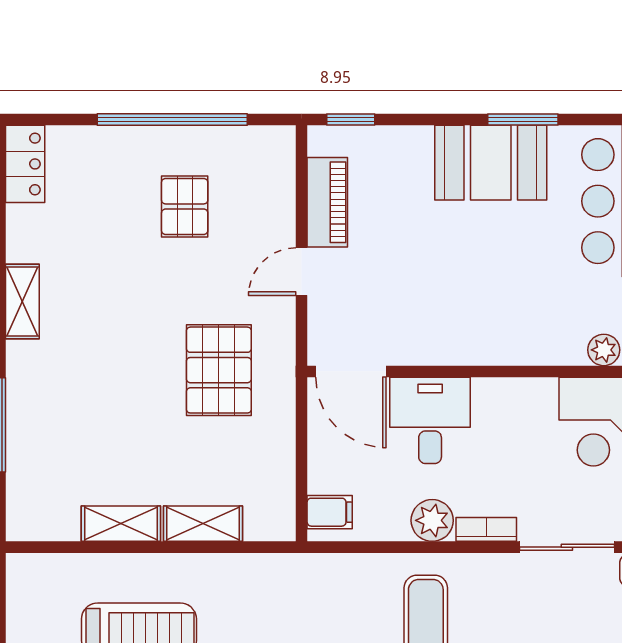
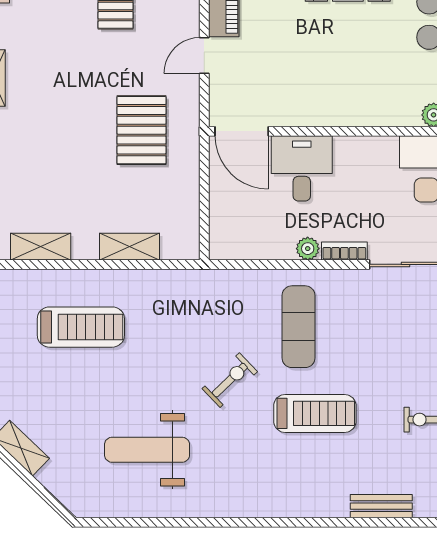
filing cabinet: (330, 512) -> (226, 238), removed
plant: (432, 520) -> (308, 249), width x0.73, depth x0.73
shelving: (121, 524) -> (41, 247), moved

